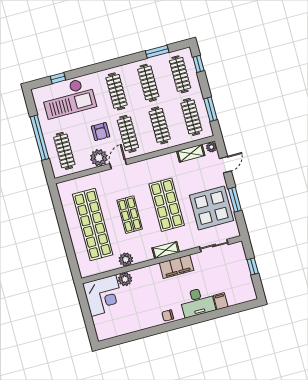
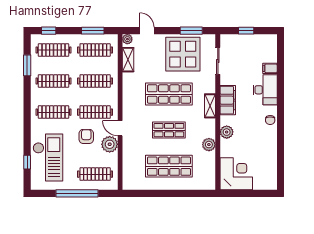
armchair: (100, 132) -> (86, 136), turned -90
window: (235, 200) -> (191, 31), moved
shop shelf: (93, 225) -> (169, 166), width x0.71
plant: (125, 279) -> (227, 132), moved

